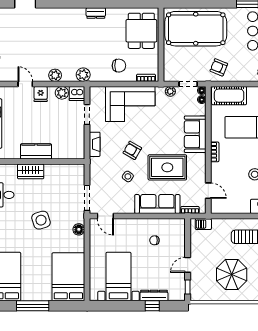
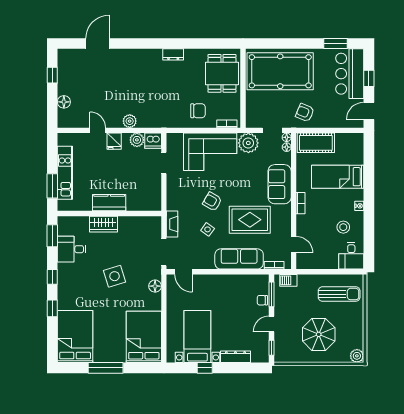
plant: (83, 75) -> (160, 120), removed
plant: (170, 91) -> (248, 143), width x1.88, depth x1.88
fireplace: (95, 144) -> (172, 224), moved
window: (188, 237) -> (272, 294), added
chair: (154, 240) -> (262, 300), moved
window: (152, 306) -> (205, 368), moved

